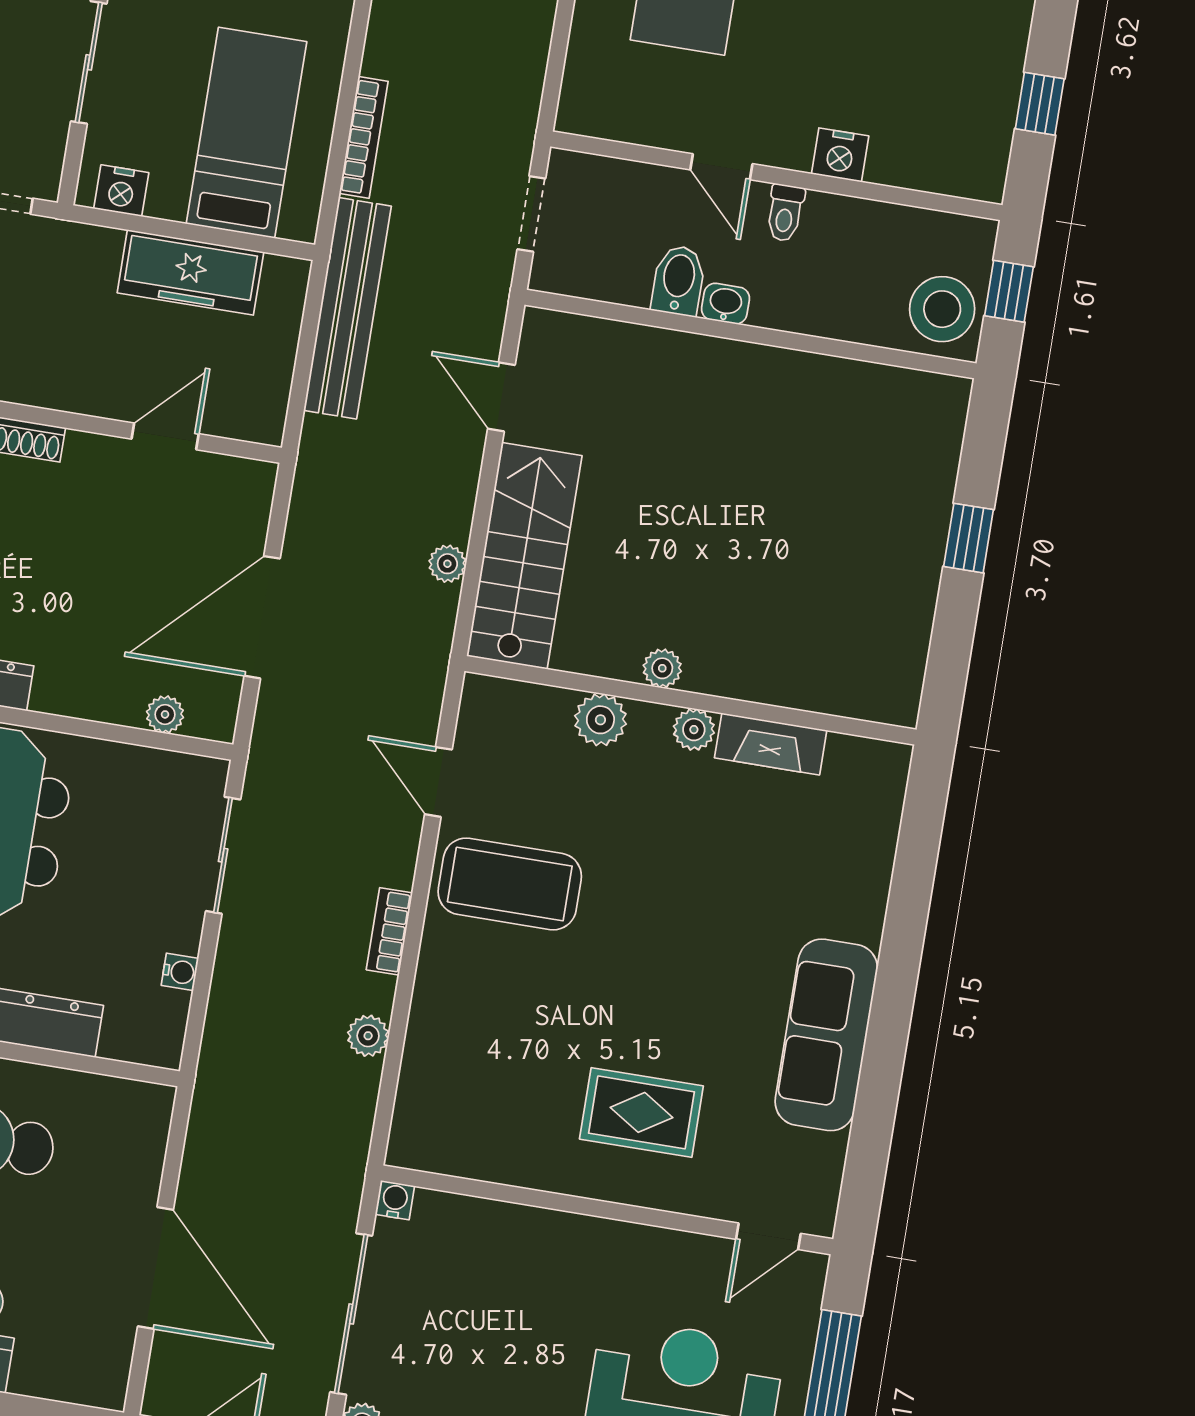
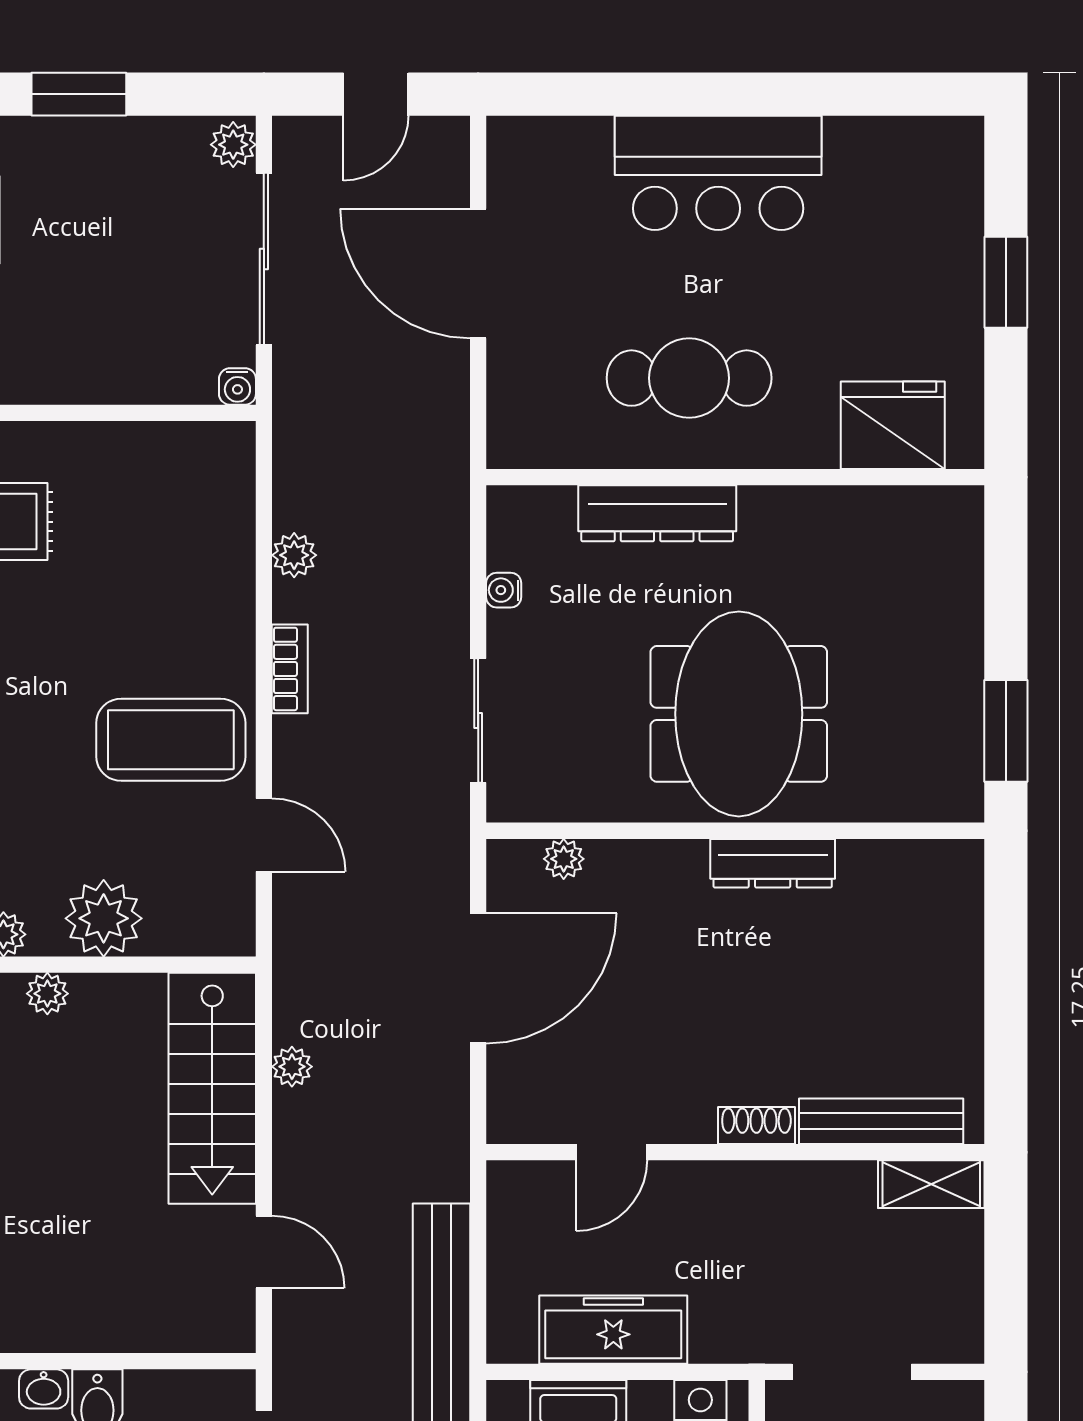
plant: (600, 720) -> (104, 918), width x1.36, depth x1.36

